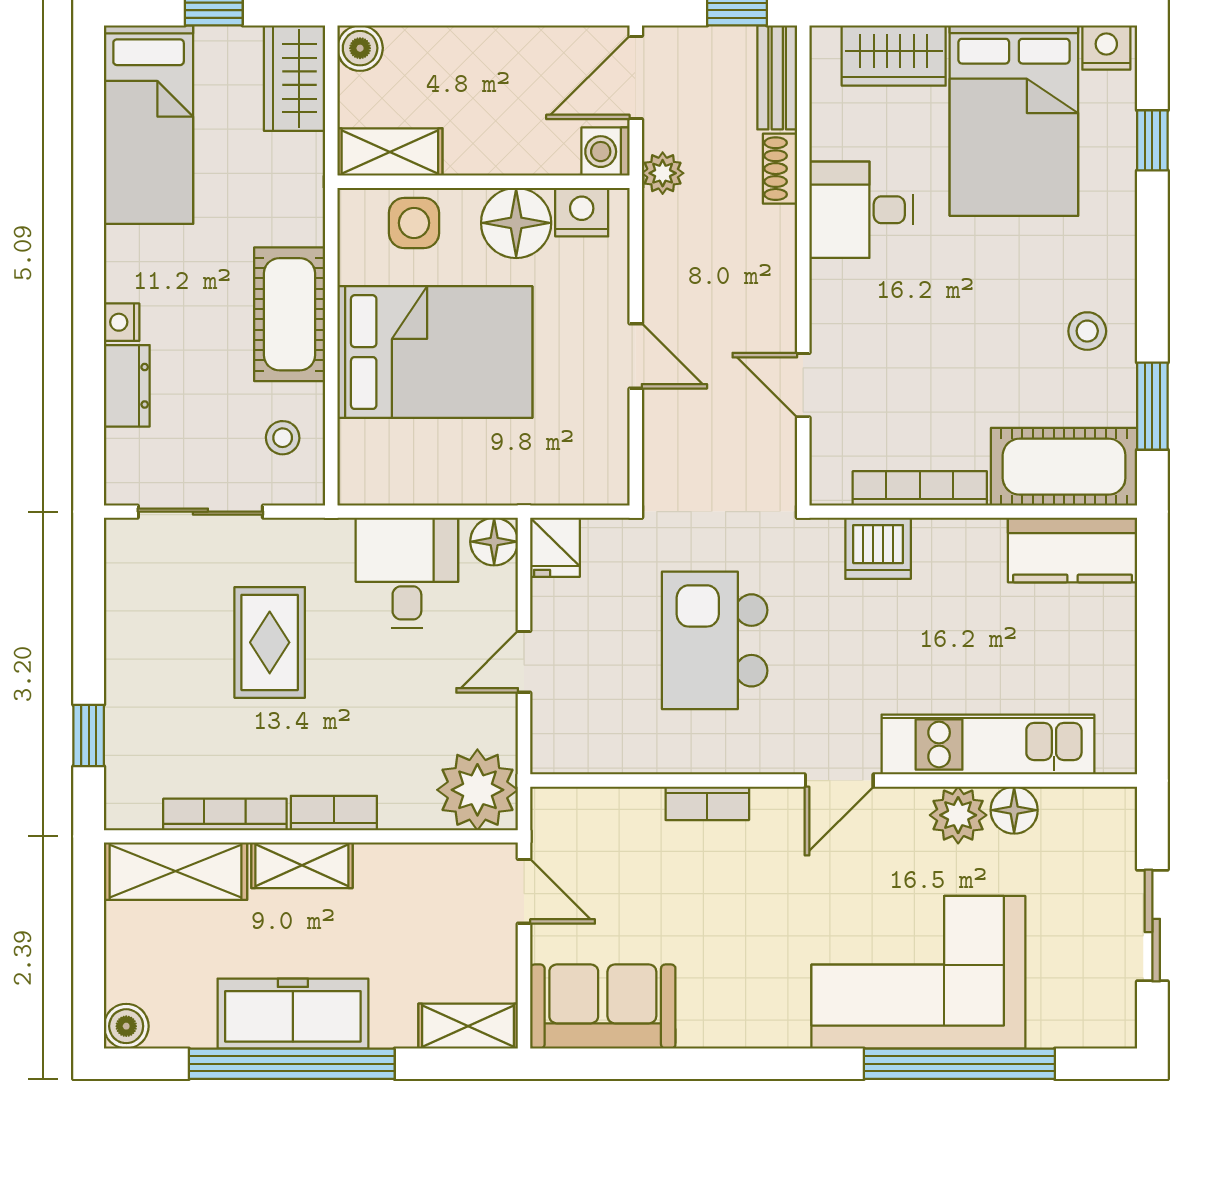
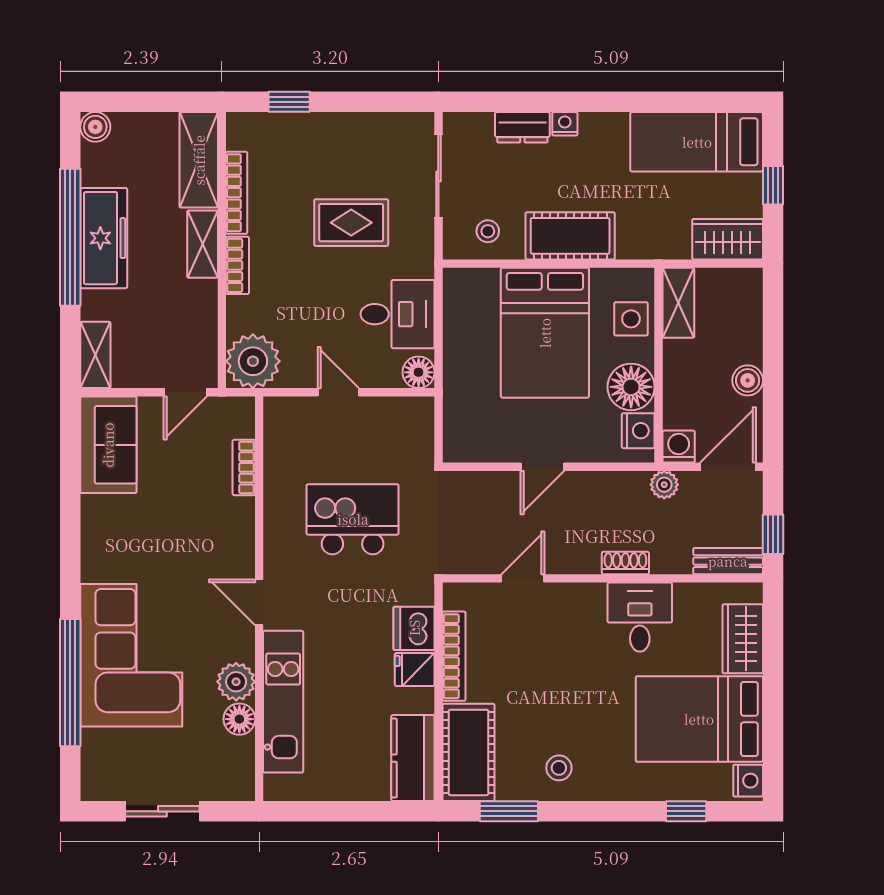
boiler: (360, 48) -> (748, 380), moved
door: (636, 78) -> (728, 467), hinge flipped
shoe rack: (780, 169) -> (625, 563), moved
fridge: (555, 547) -> (415, 669), moved
bookcase: (707, 803) -> (244, 467), moved

